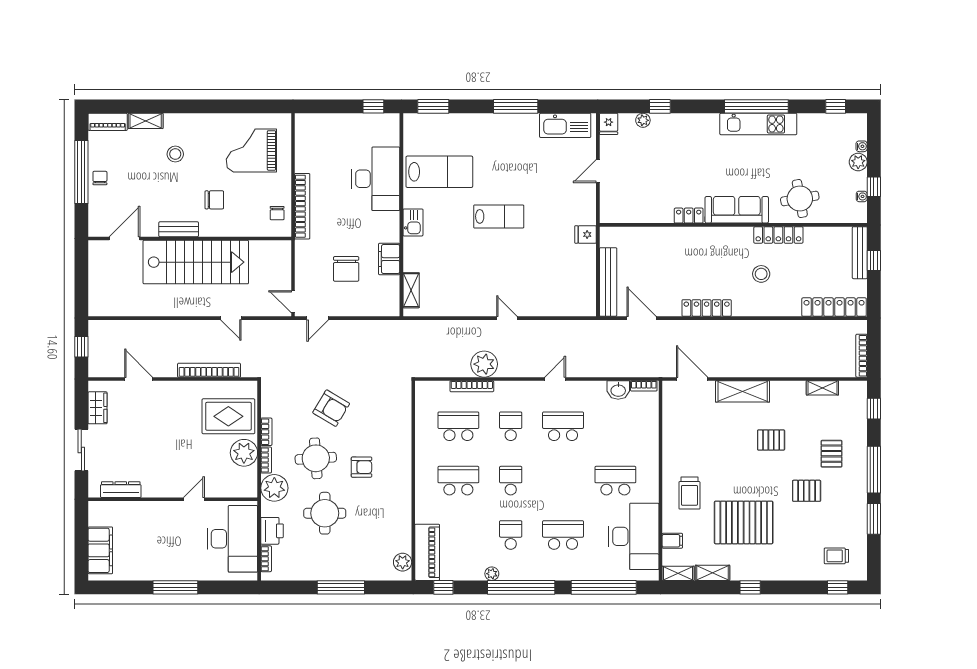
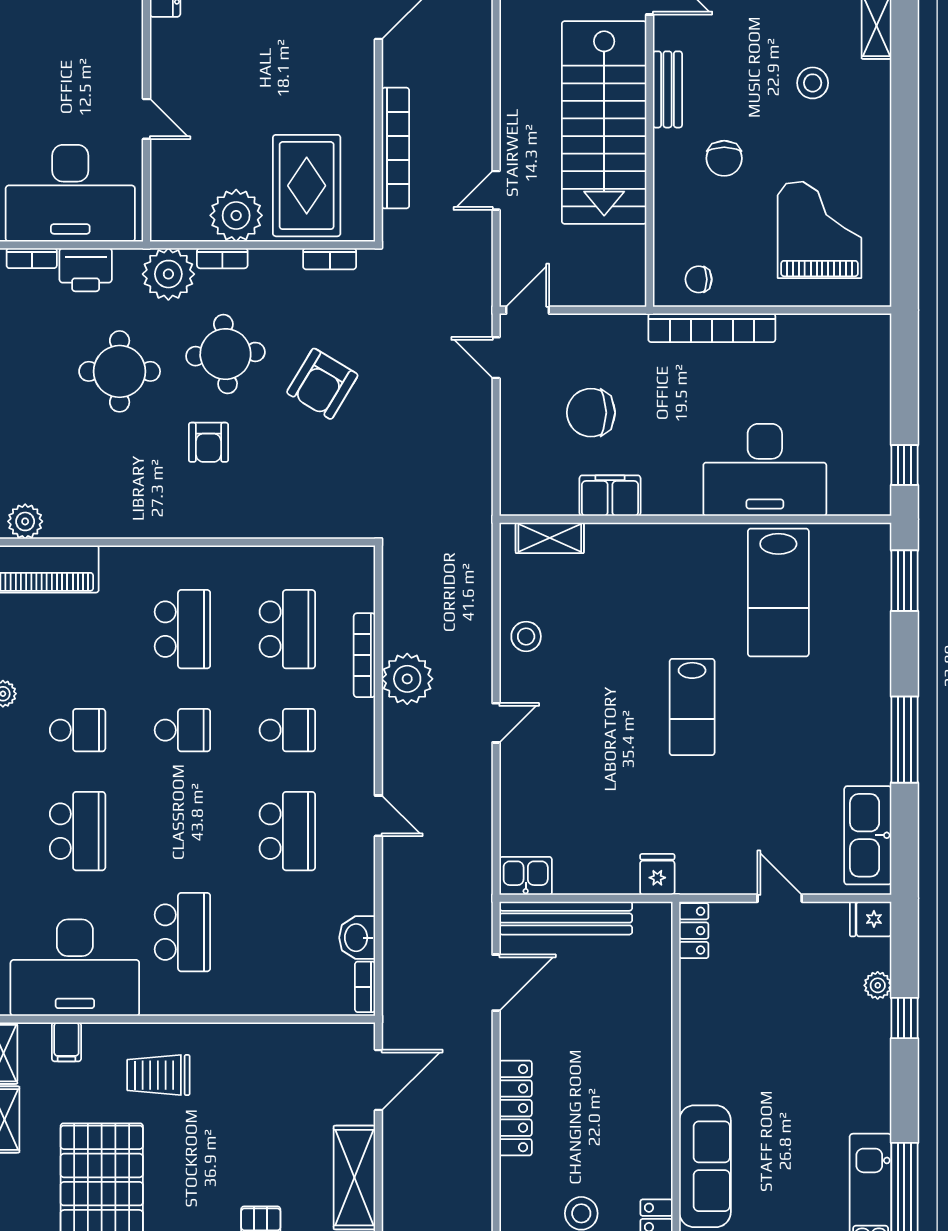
locker: (689, 216) -> (694, 931), moved
kitchen sink: (413, 222) -> (526, 876), moved, turned 180
stool: (462, 303) -> (526, 636), added
bookcase: (266, 432) -> (330, 259), moved

